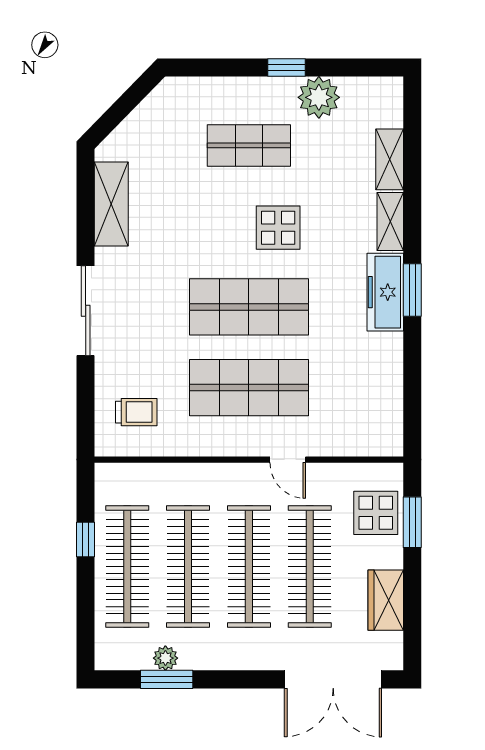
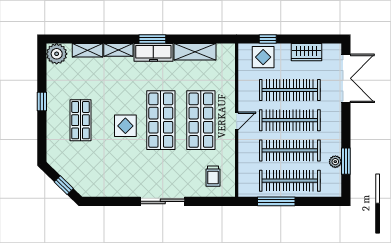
plant: (319, 97) -> (57, 54), moved
window: (118, 112) -> (64, 185), added
shelving: (111, 204) -> (195, 52), moved
display table: (278, 228) -> (125, 126), moved
trolley: (136, 412) -> (213, 176), turned 180
door: (288, 460) -> (237, 121), moved
window: (412, 522) -> (268, 39), width x0.67
window: (86, 539) -> (276, 201), width x2.17

